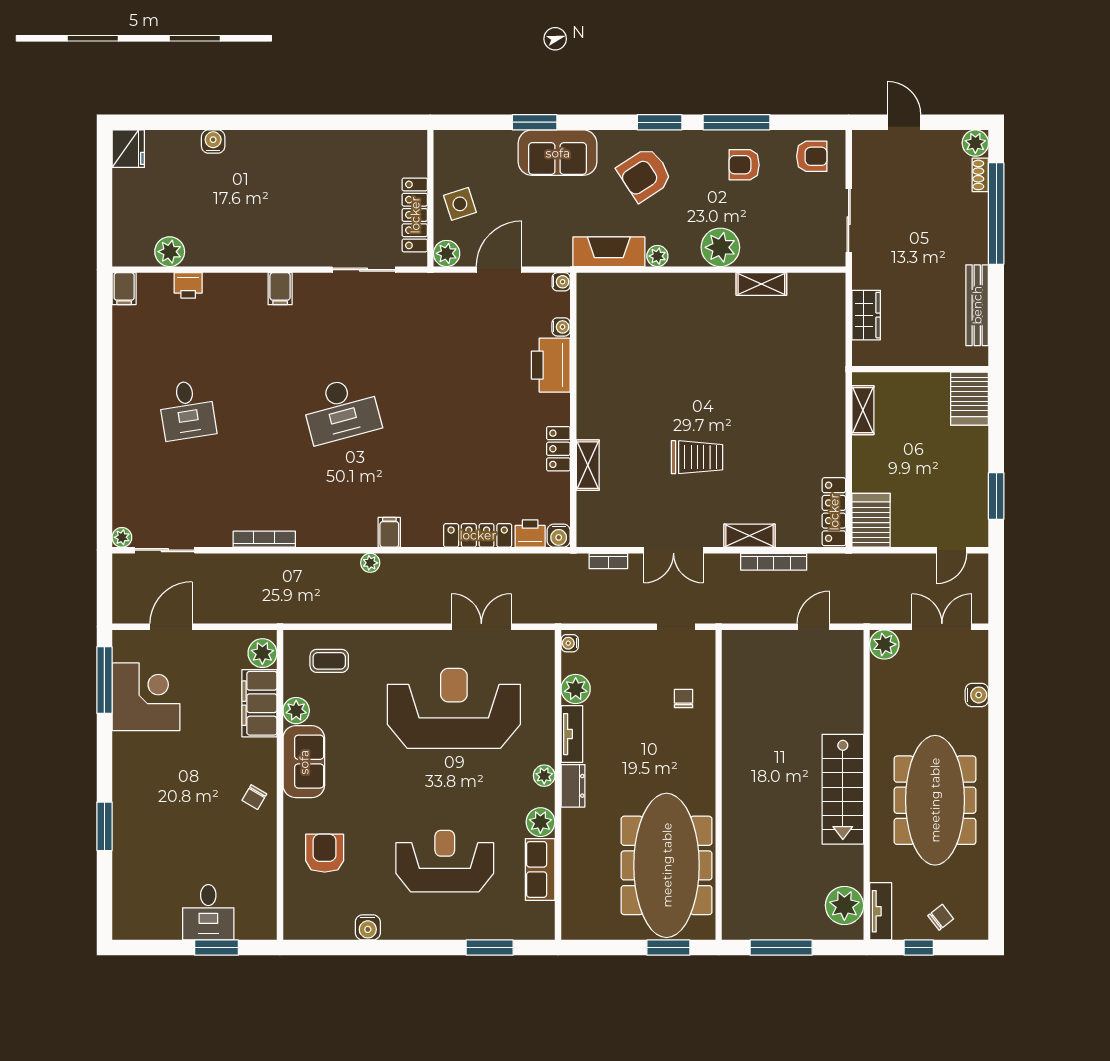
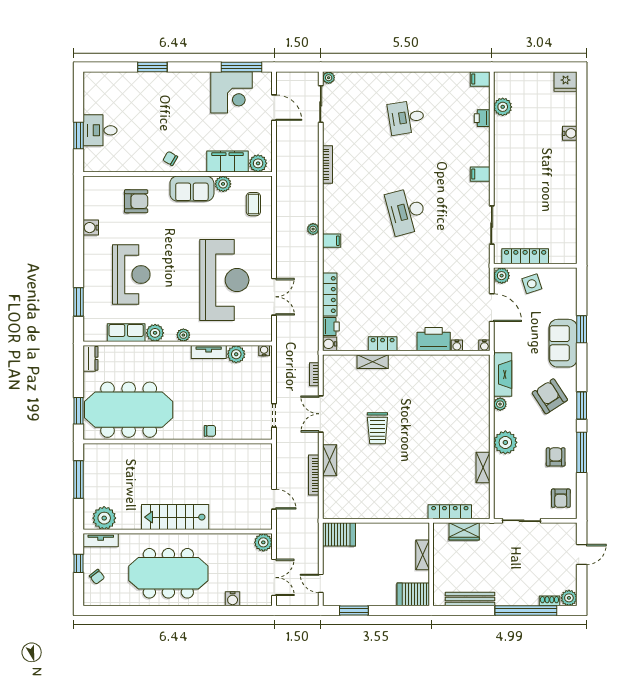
shelving: (863, 410) -> (423, 555), moved, turned 90
locker: (834, 512) -> (450, 512), moved
chair: (684, 699) -> (210, 431), moved
dresser: (573, 786) -> (91, 358), moved, turned -90

